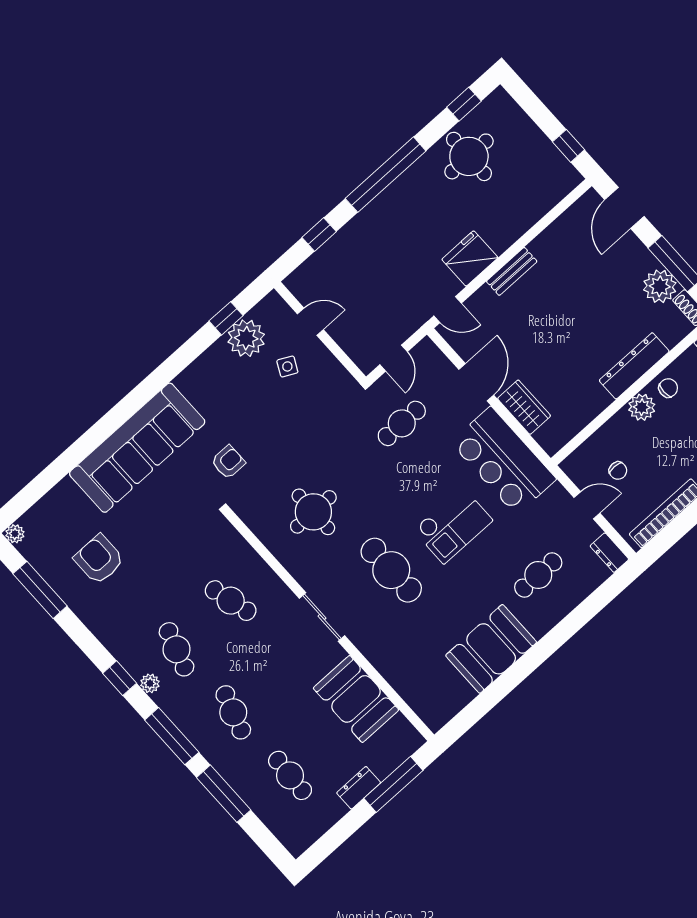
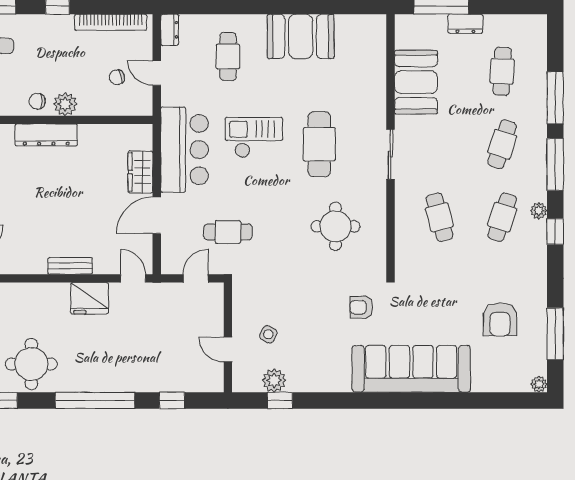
plant: (246, 338) -> (274, 380), width x0.73, depth x0.73
chair: (618, 471) -> (117, 77), turned -105
cafe table: (538, 575) -> (228, 56), turned 90

